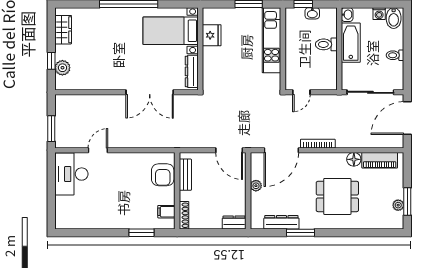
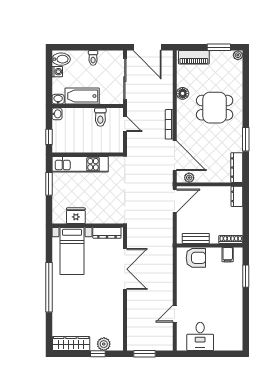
washbasin: (312, 13) -> (57, 114), moved
wardrobe: (63, 30) -> (71, 344), width x1.50
toilet: (326, 44) -> (100, 117), moved
door: (301, 92) -> (125, 124), moved
window: (51, 129) -> (144, 354), moved
door: (98, 150) -> (175, 314), hinge flipped
piano: (380, 160) -> (194, 57), moved, turned 90
desk: (71, 174) -> (200, 336), width x0.73
plant: (256, 186) -> (189, 178), moved
dining table: (337, 196) -> (215, 108), turned 90
plant: (398, 205) -> (238, 55), moved
dresser: (281, 222) -> (237, 168), moved

